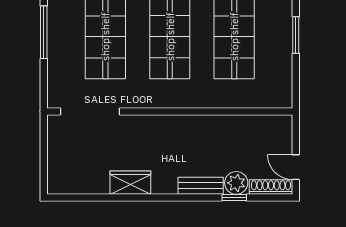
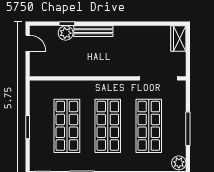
wardrobe: (130, 183) -> (178, 39), moved, turned 90
bench: (201, 186) -> (93, 31), width x1.36
shoe rack: (271, 187) -> (44, 30), removed

